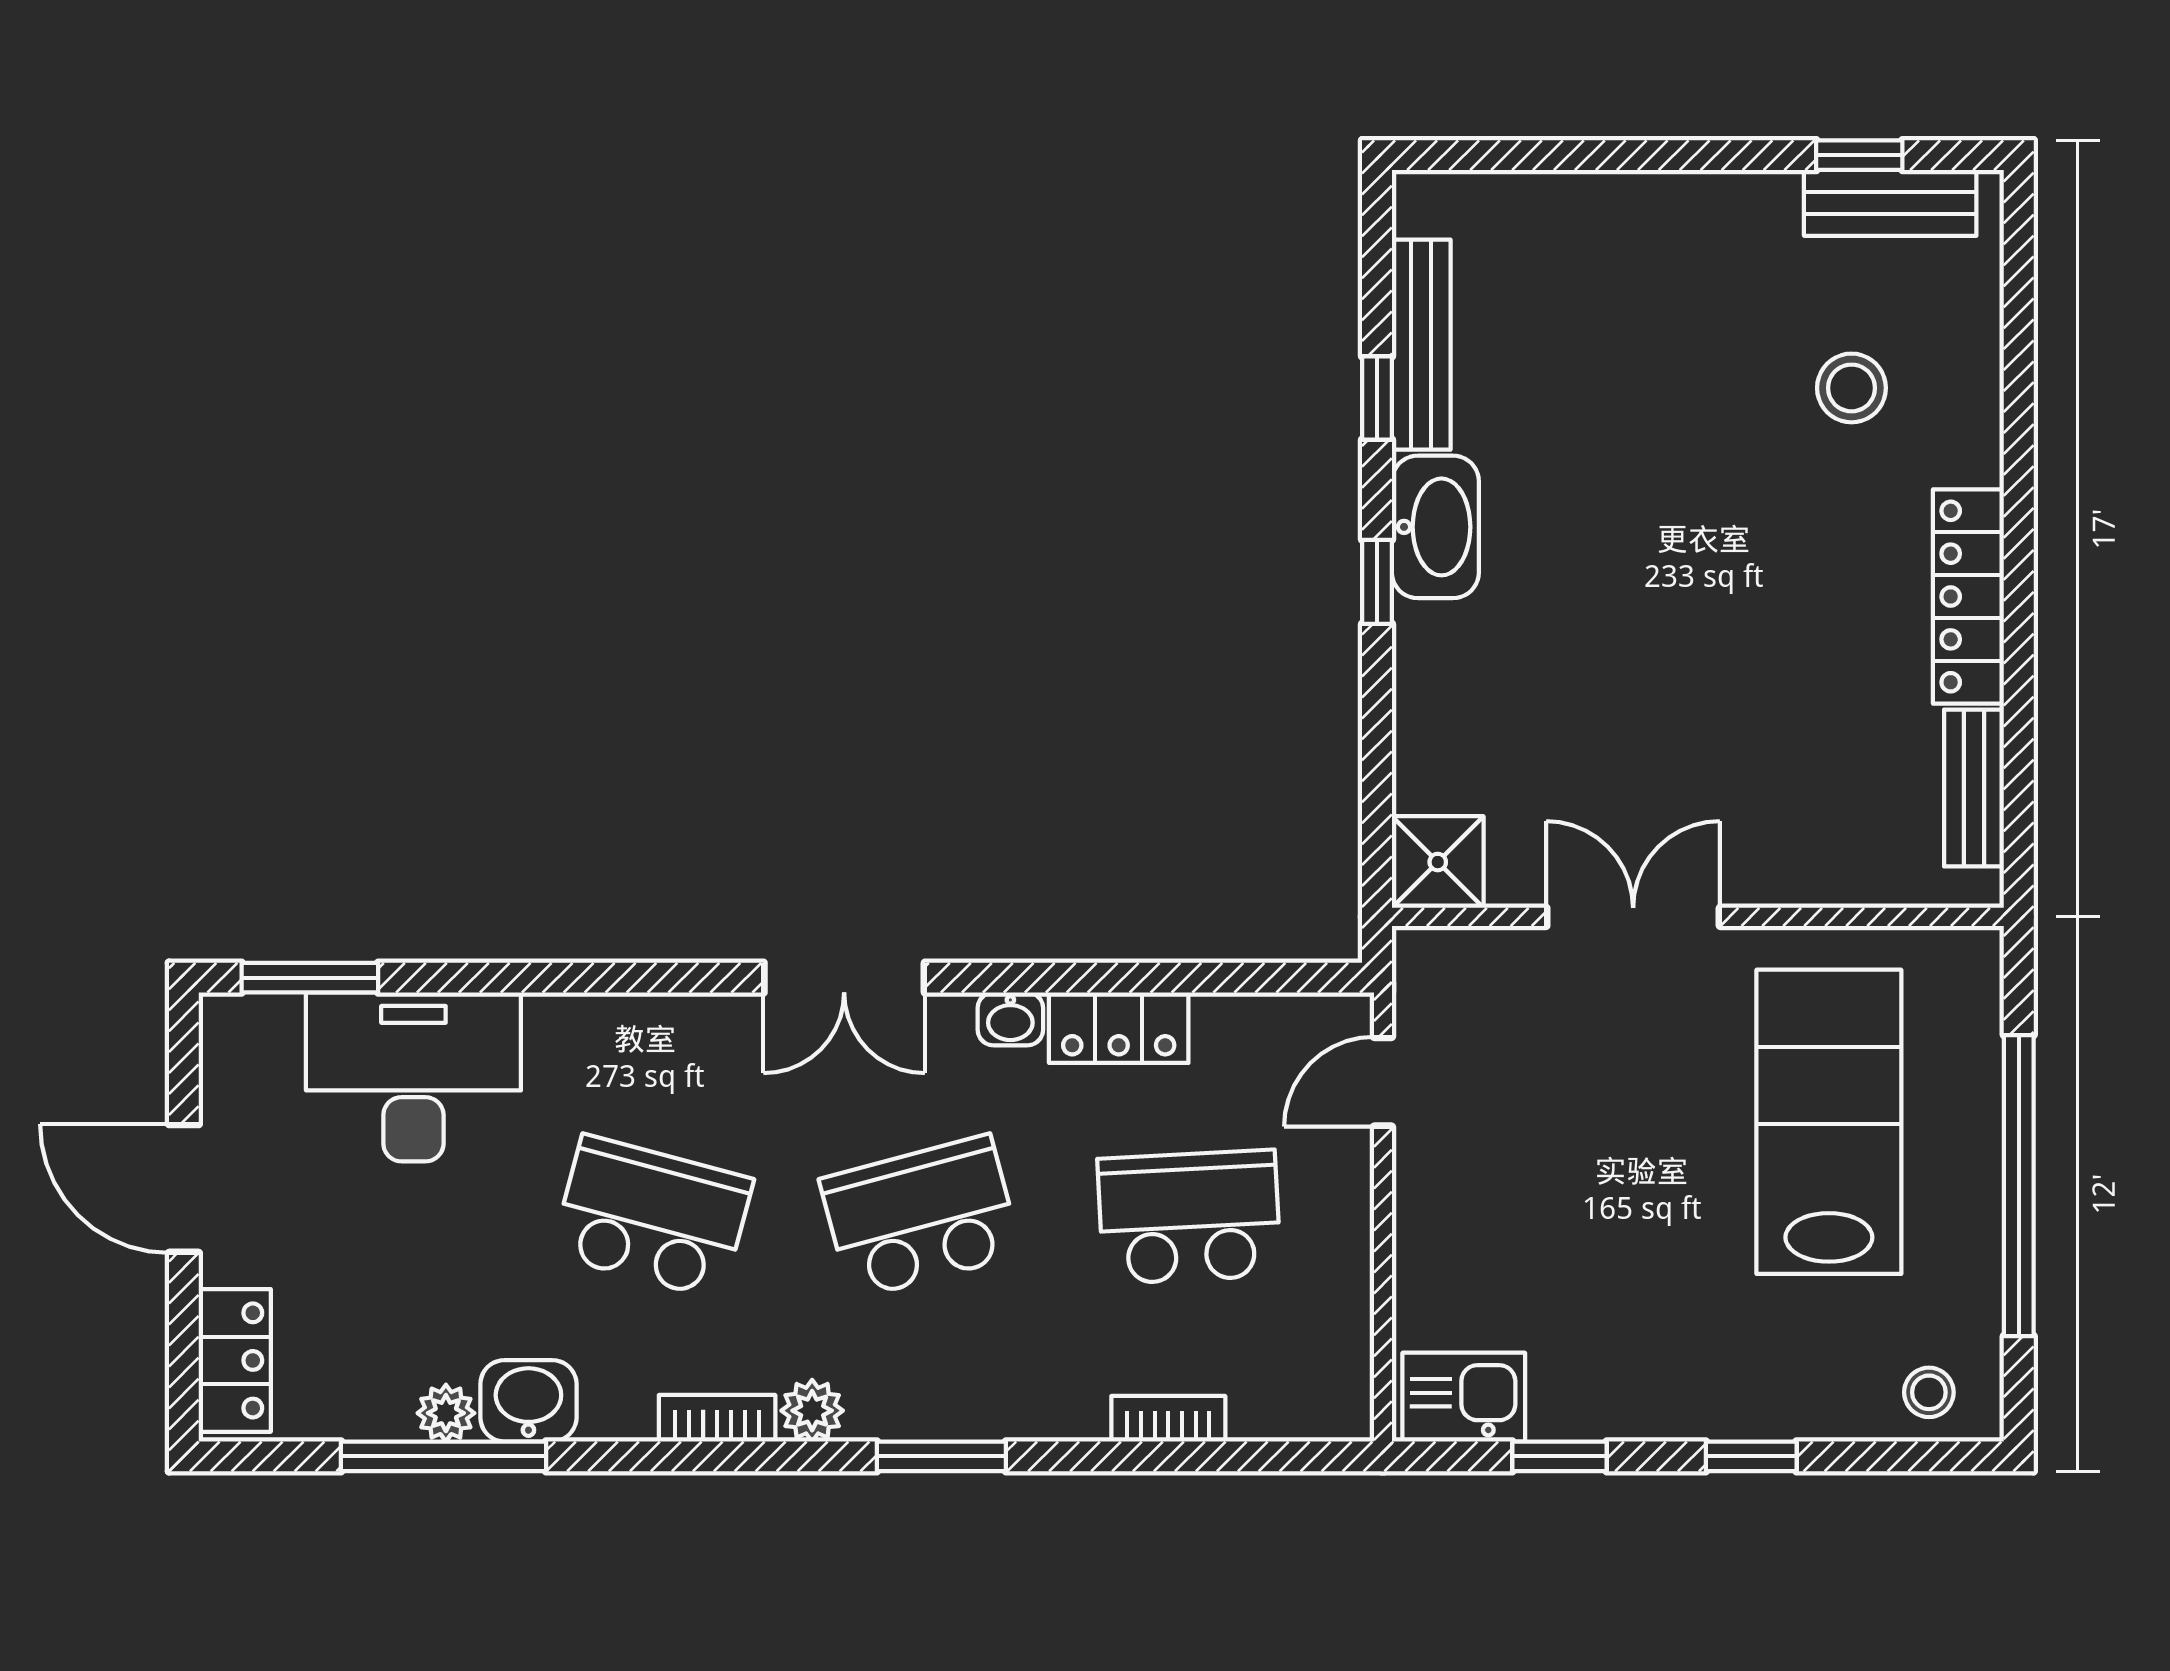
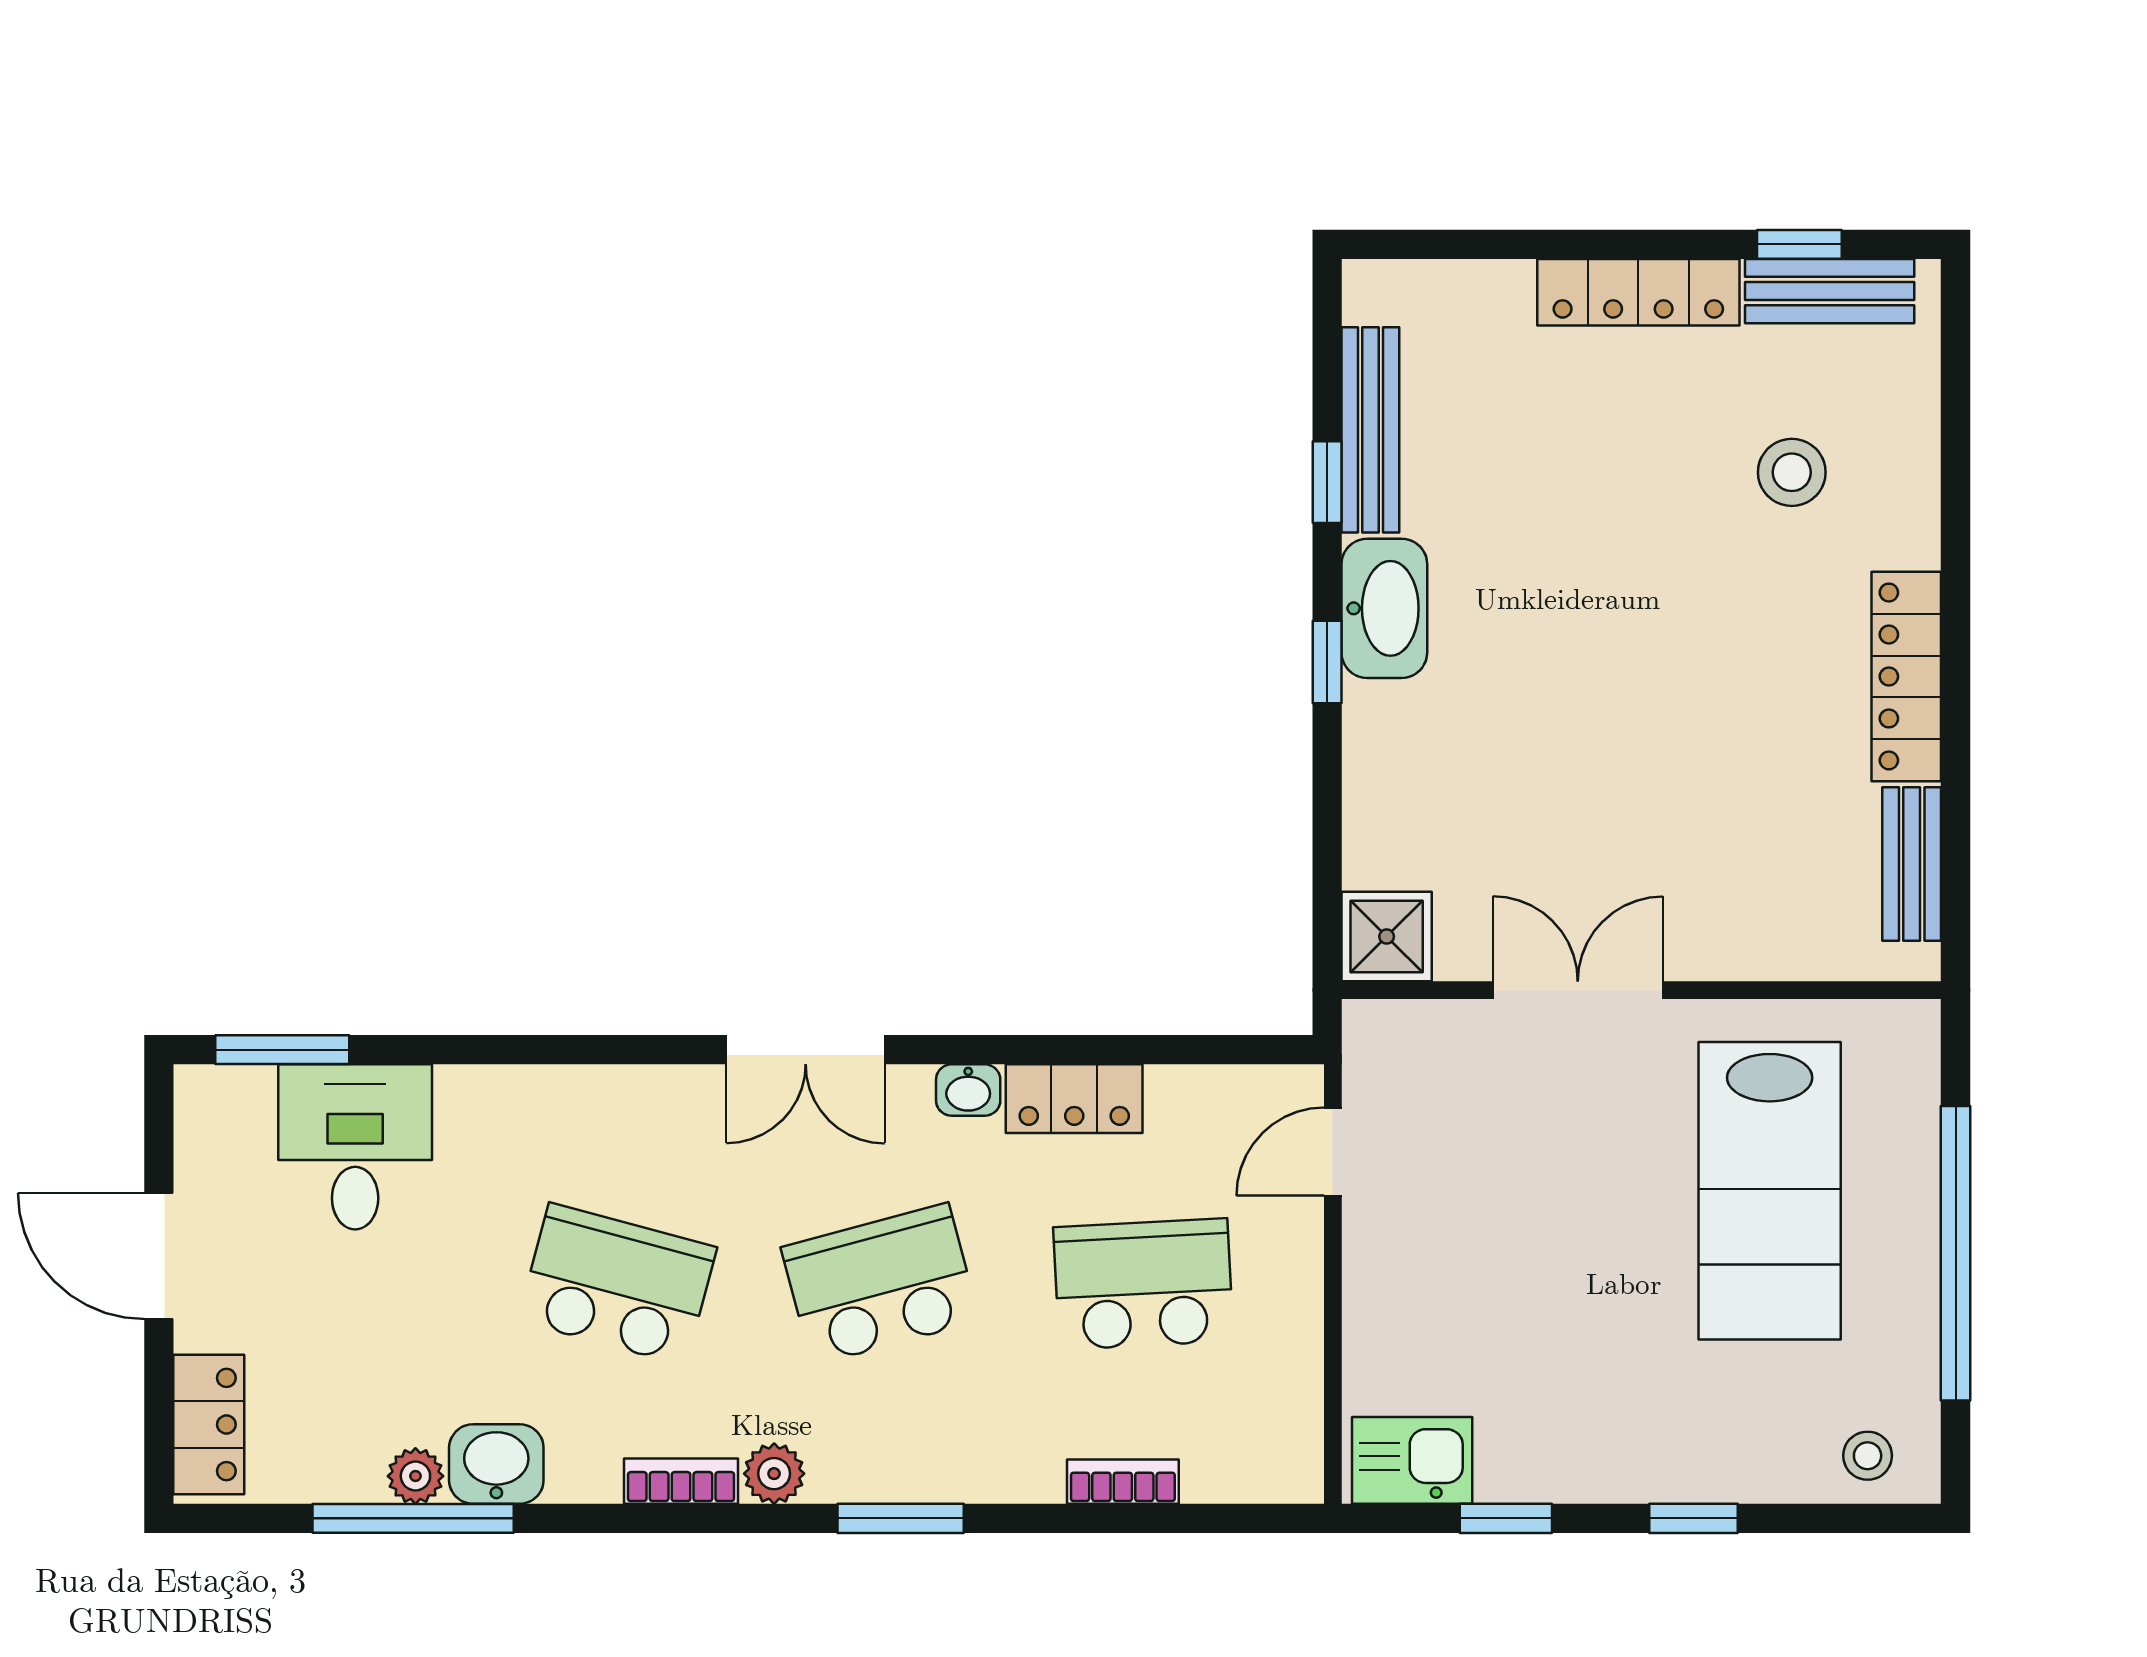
locker: (1695, 204) -> (1638, 292), added
desk: (413, 1077) -> (355, 1147), width x0.73
lab bench: (1829, 1122) -> (1770, 1191), turned 180

